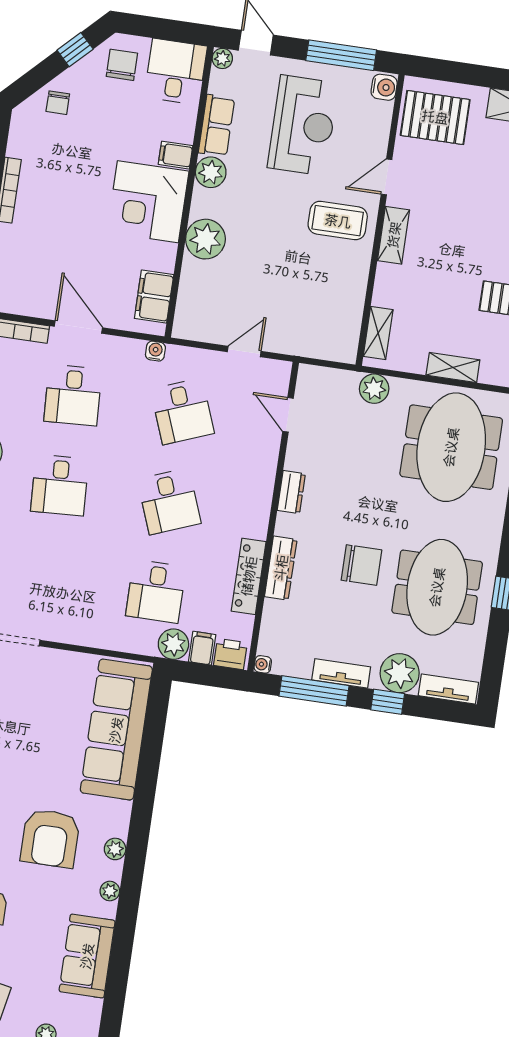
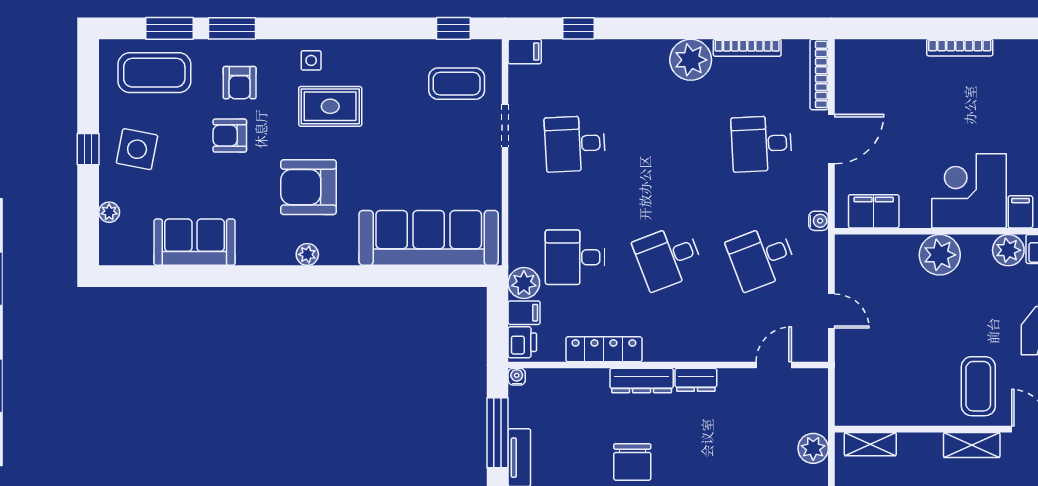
desk: (60, 485) -> (575, 144), moved
dresser: (281, 568) -> (642, 381), moved
plant: (110, 891) -> (264, 255), removed

